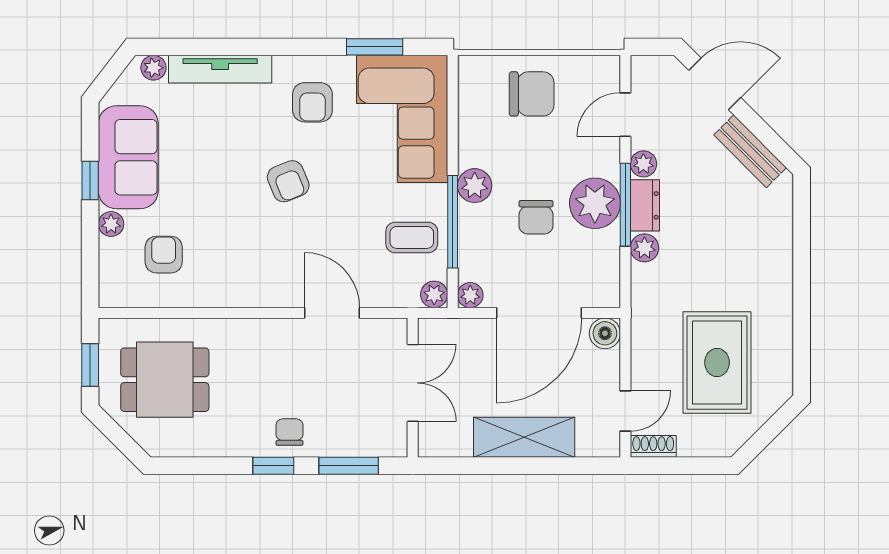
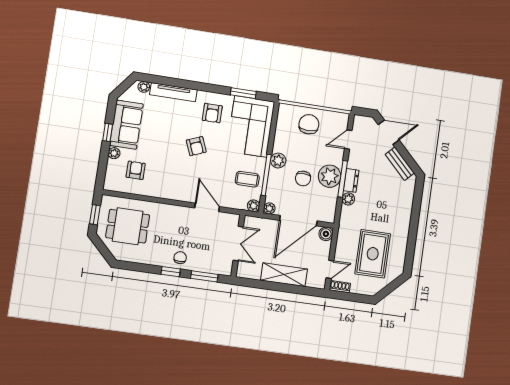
chair: (532, 94) -> (309, 124), turned -90
plant: (643, 164) -> (353, 162), removed

